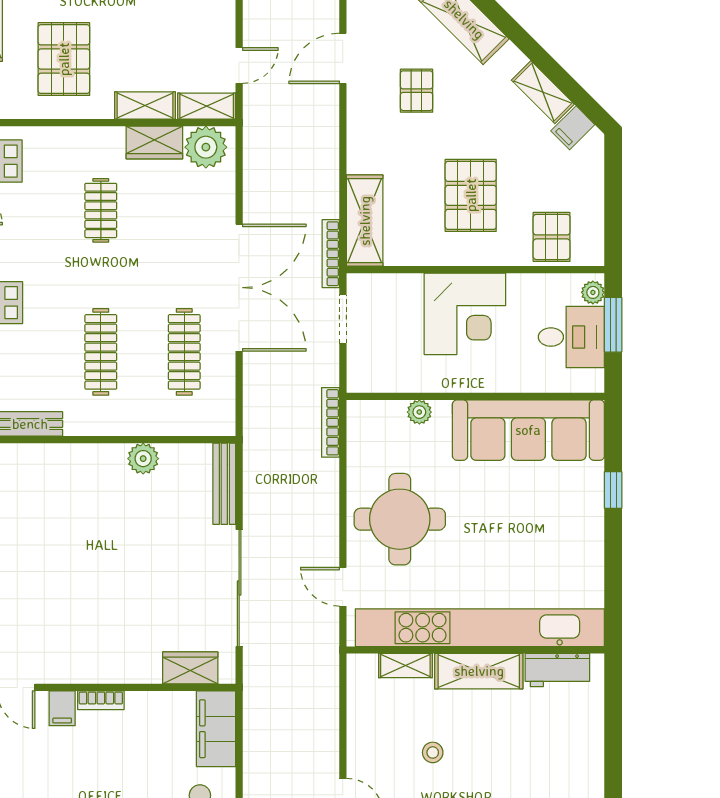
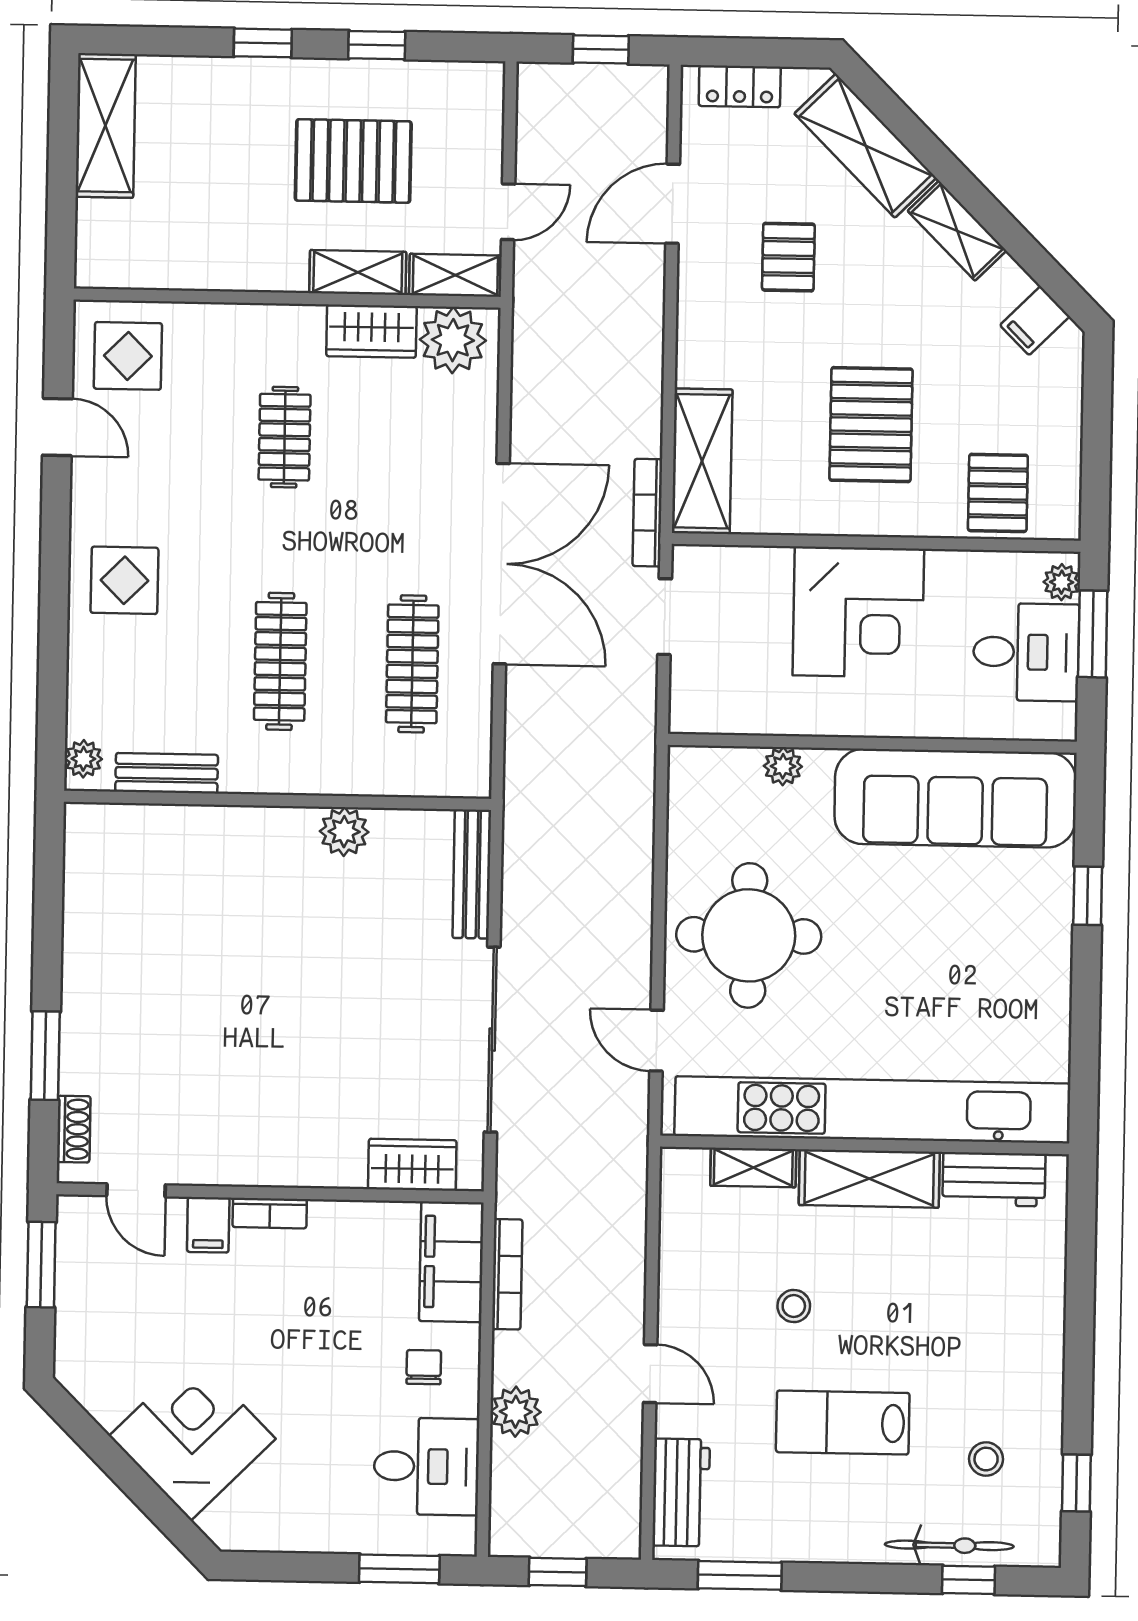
pallet: (64, 59) -> (353, 161), moved, turned 90
shelving: (543, 92) -> (957, 231), moved
bookcase: (330, 422) -> (507, 1274), moved, turned 180

